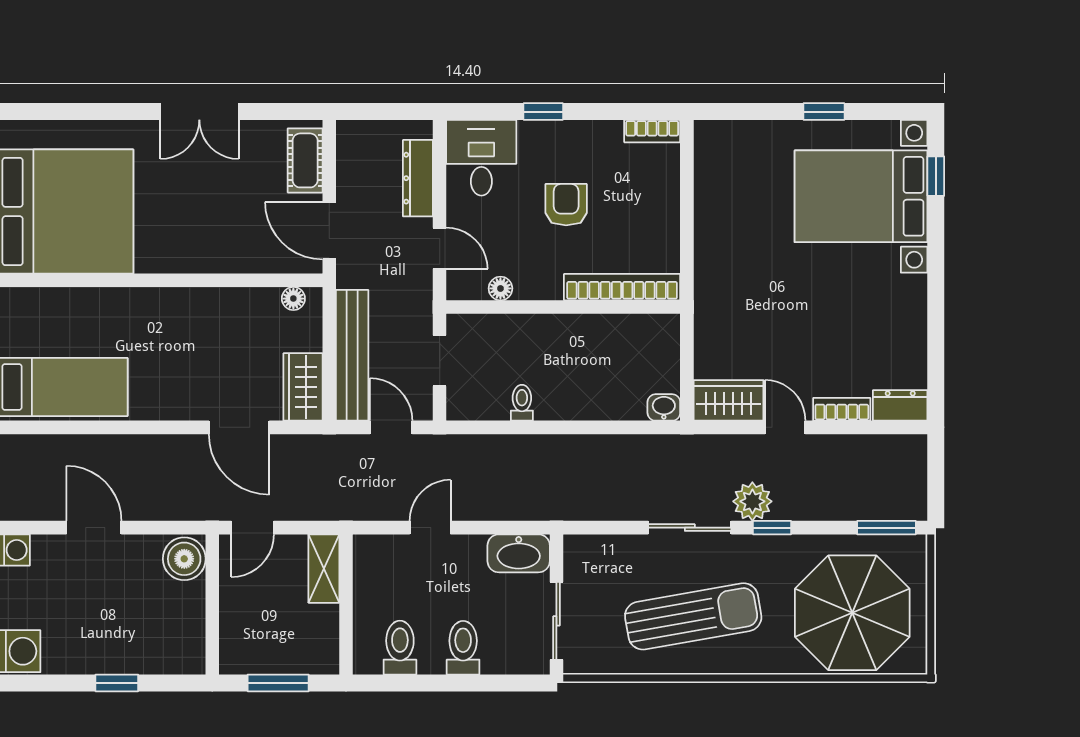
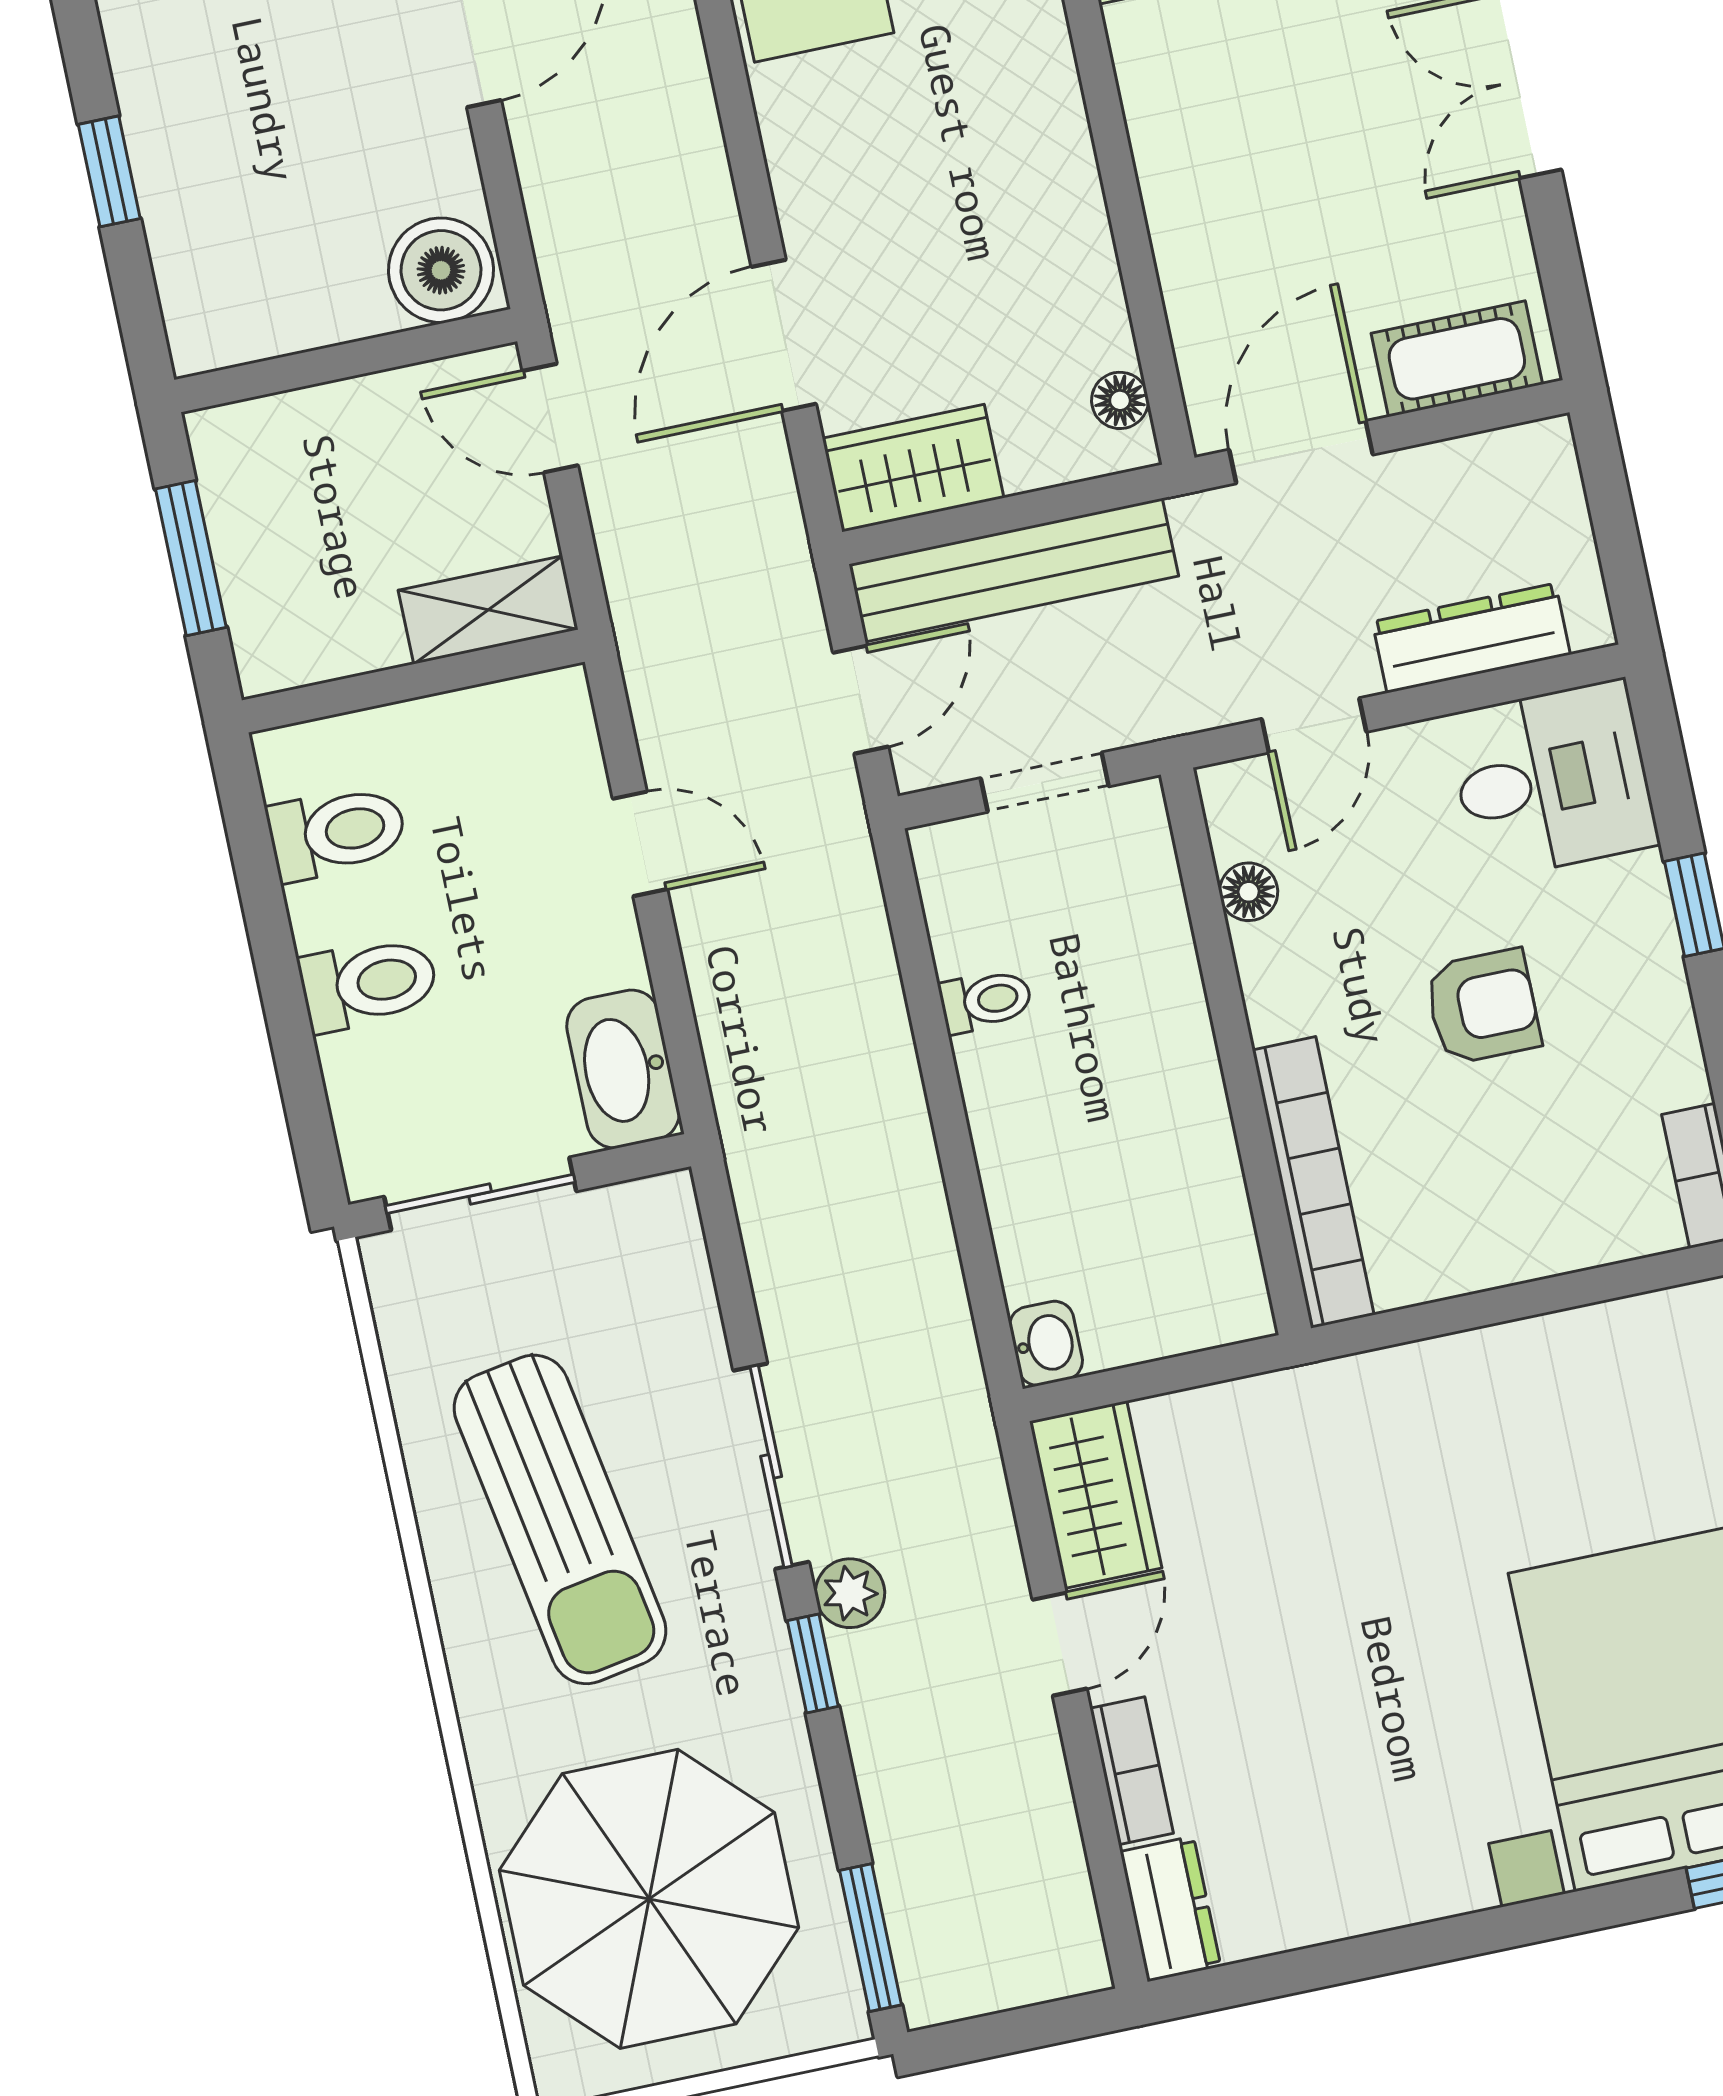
plant: (752, 501) -> (850, 1593), width x0.73, depth x0.73

